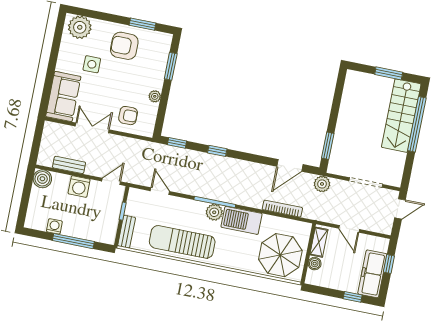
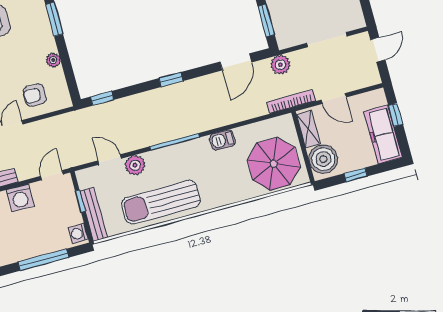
armchair: (128, 116) -> (35, 95), turned 180
window: (217, 151) -> (171, 80), moved
bookcase: (282, 209) -> (291, 102), moved
plant: (214, 212) -> (135, 165), moved
barbecue: (242, 220) -> (222, 140), width x0.53, depth x0.65
washing machine: (54, 226) -> (78, 233), moved, turned -90
bench: (127, 232) -> (94, 214), width x1.36
boiler: (315, 264) -> (323, 159), width x1.86, depth x1.86
window: (353, 297) -> (356, 175), moved

